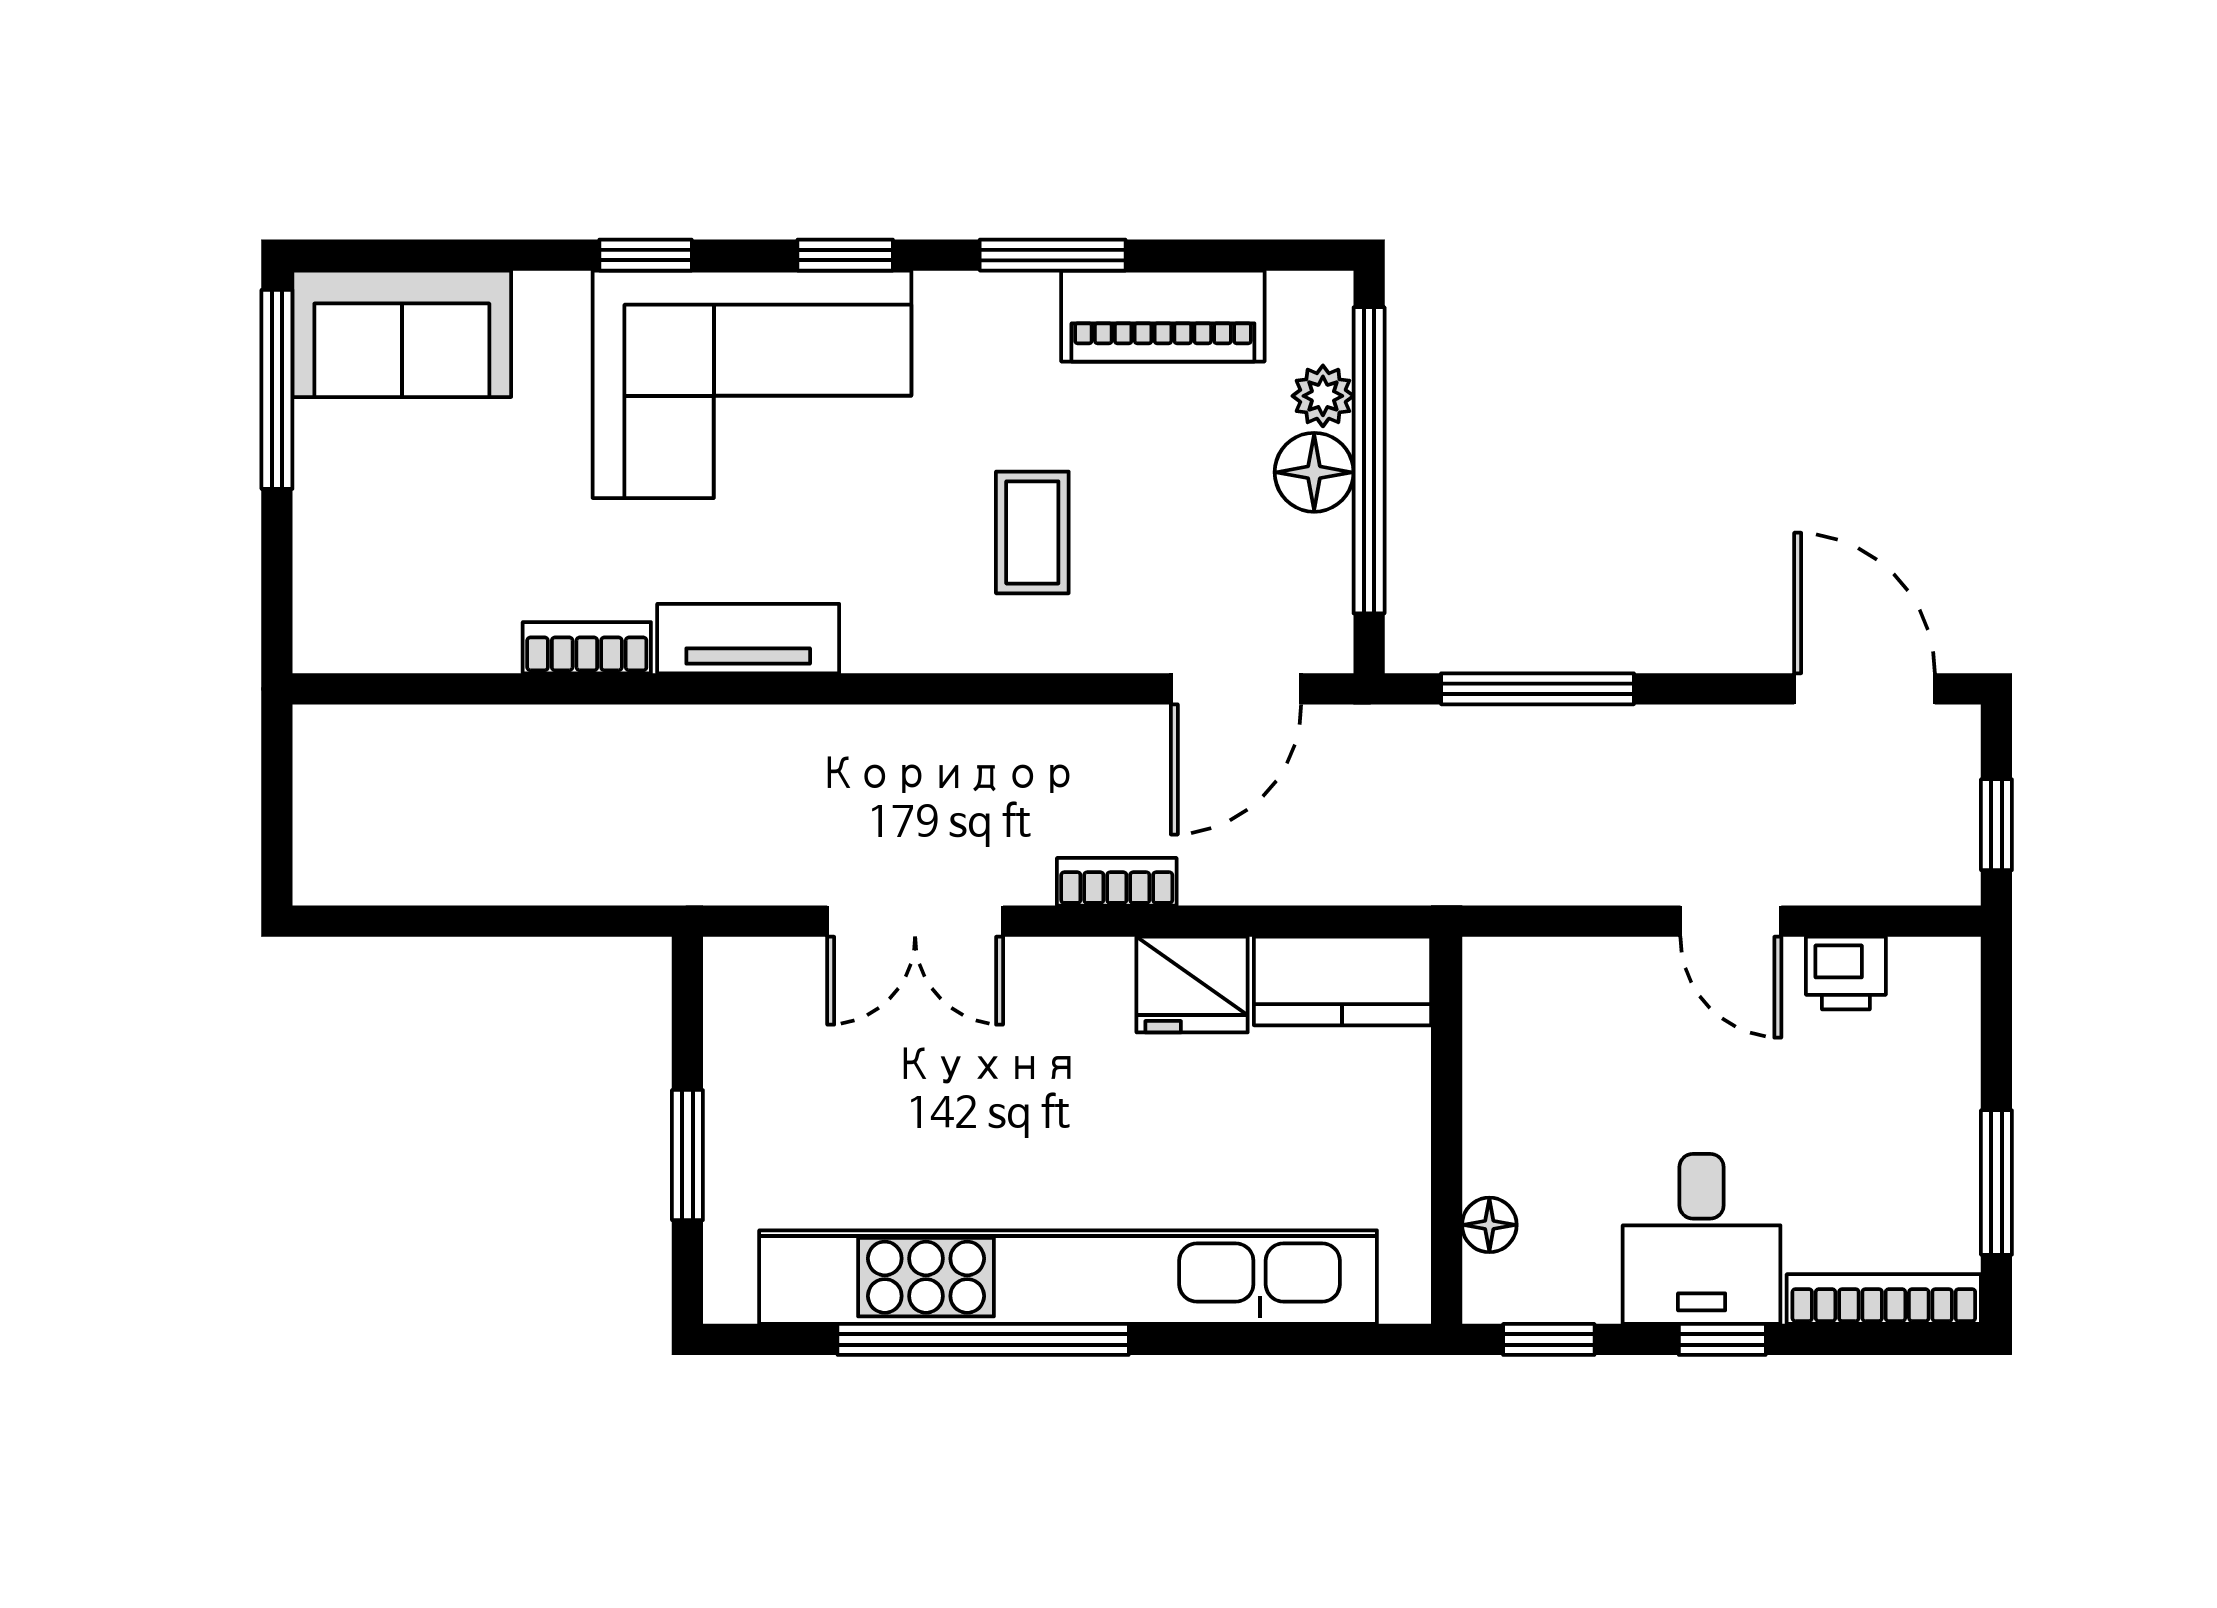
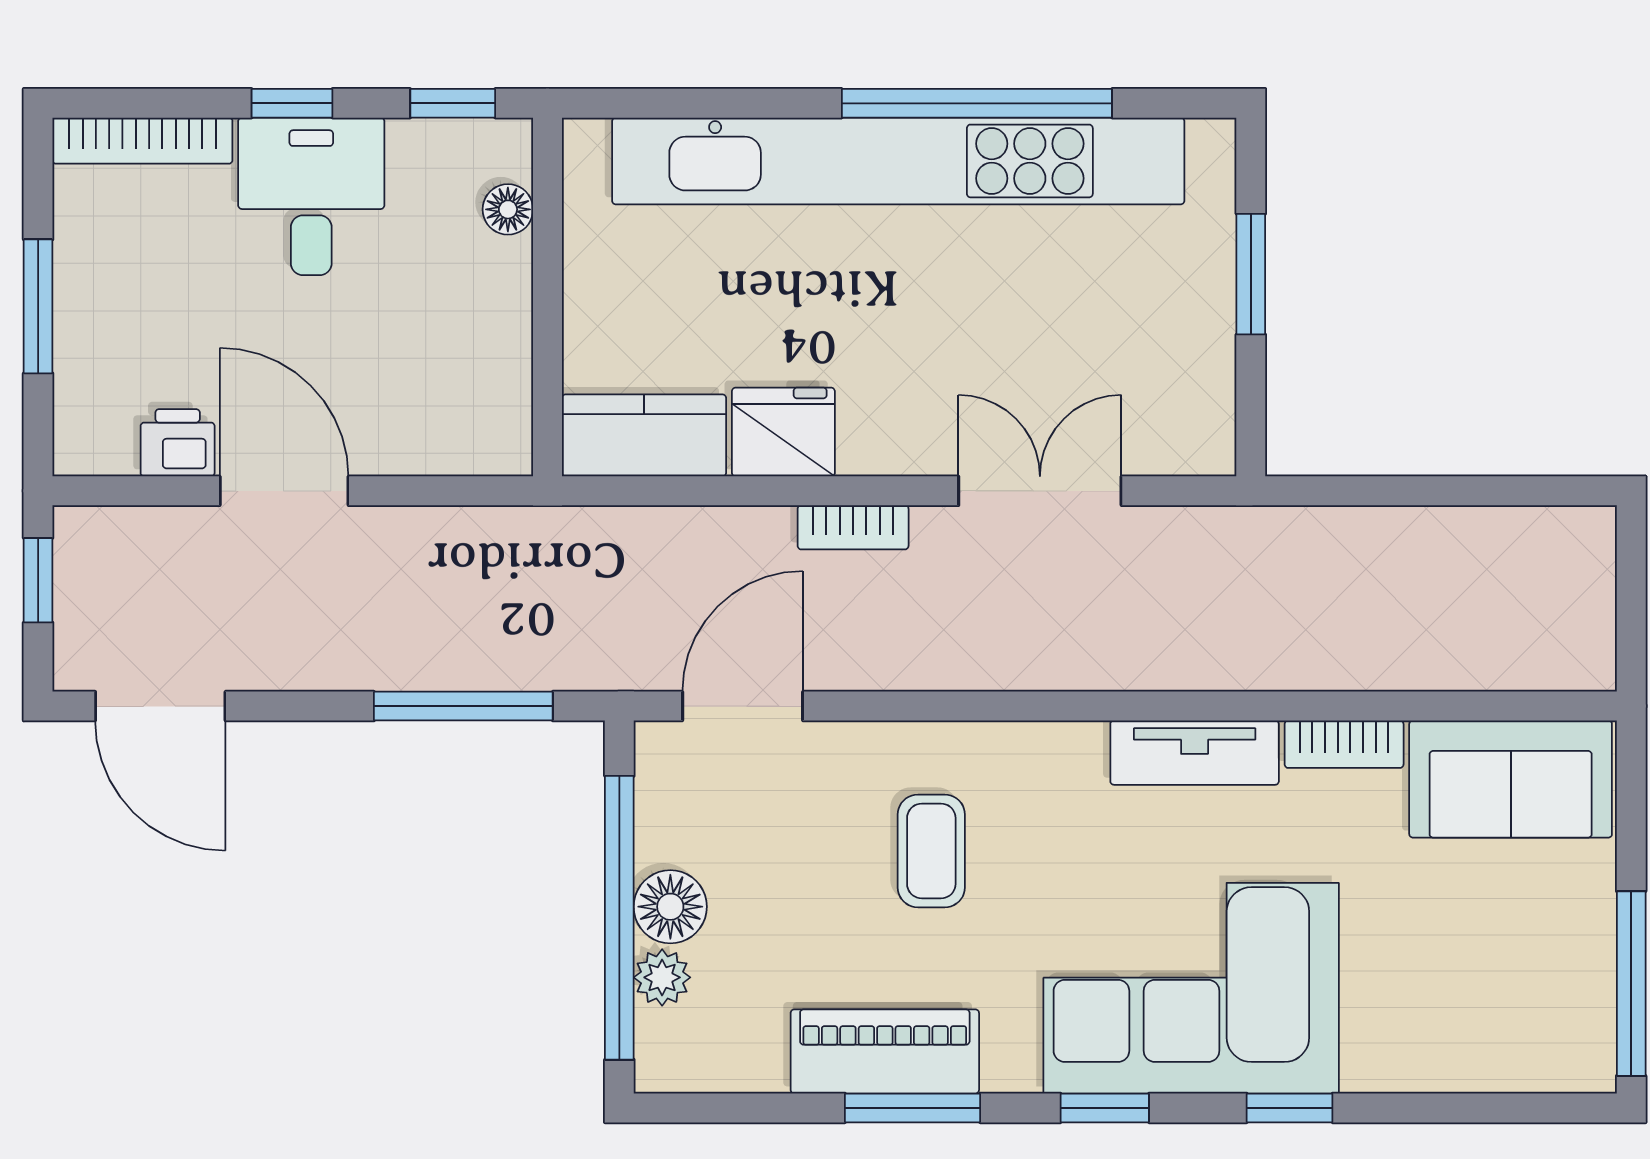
piano: (1163, 316) -> (885, 1051), moved
sofa: (402, 334) -> (1511, 779), moved, turned 180
door: (1731, 921) -> (284, 491), width x1.38
window: (1996, 1183) -> (38, 306), moved

